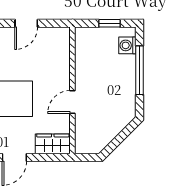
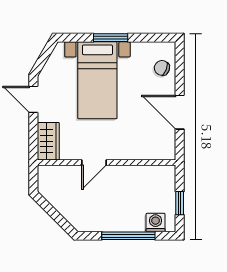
door: (26, 23) -> (180, 112), width x1.37
door: (72, 102) -> (94, 163), swing flipped

